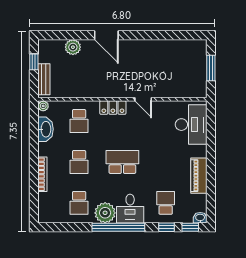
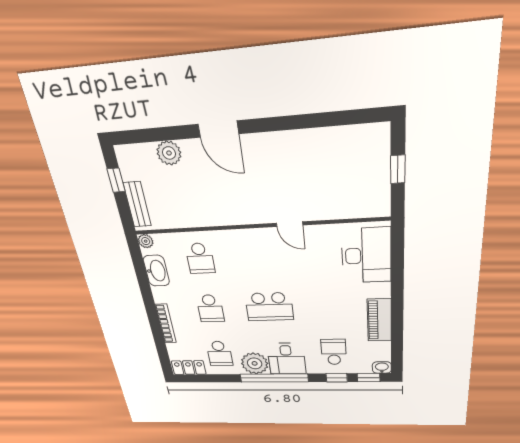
window: (211, 68) -> (398, 169), width x0.67
locker: (113, 108) -> (189, 368), moved, turned 180
school desk: (122, 162) -> (269, 307), turned 180

